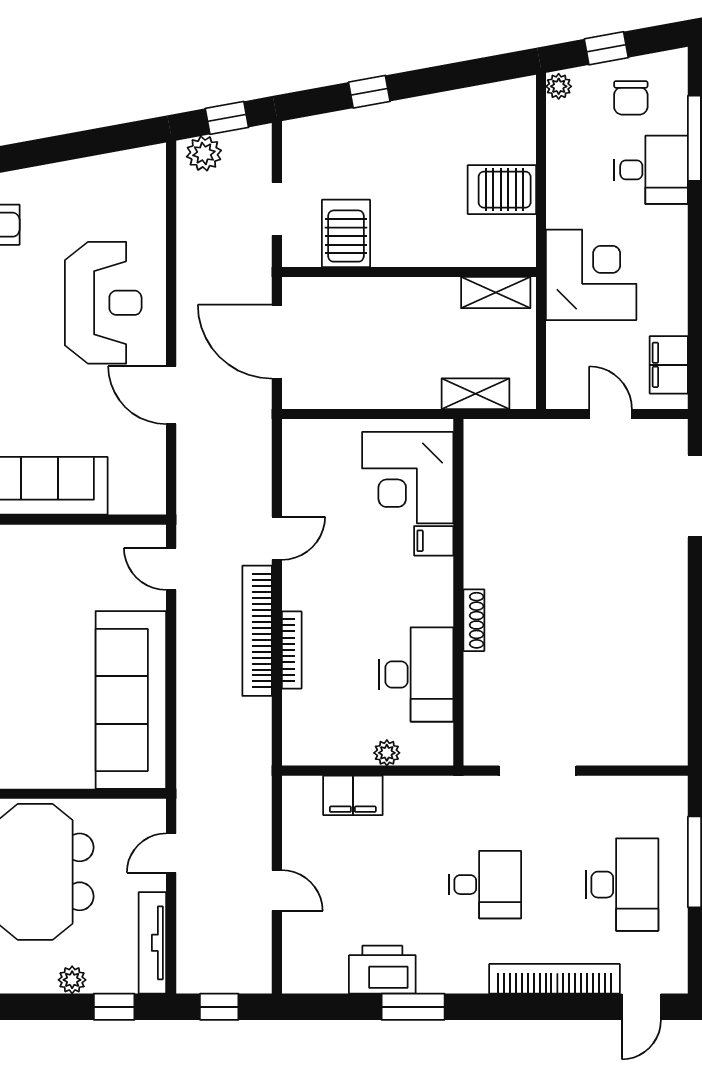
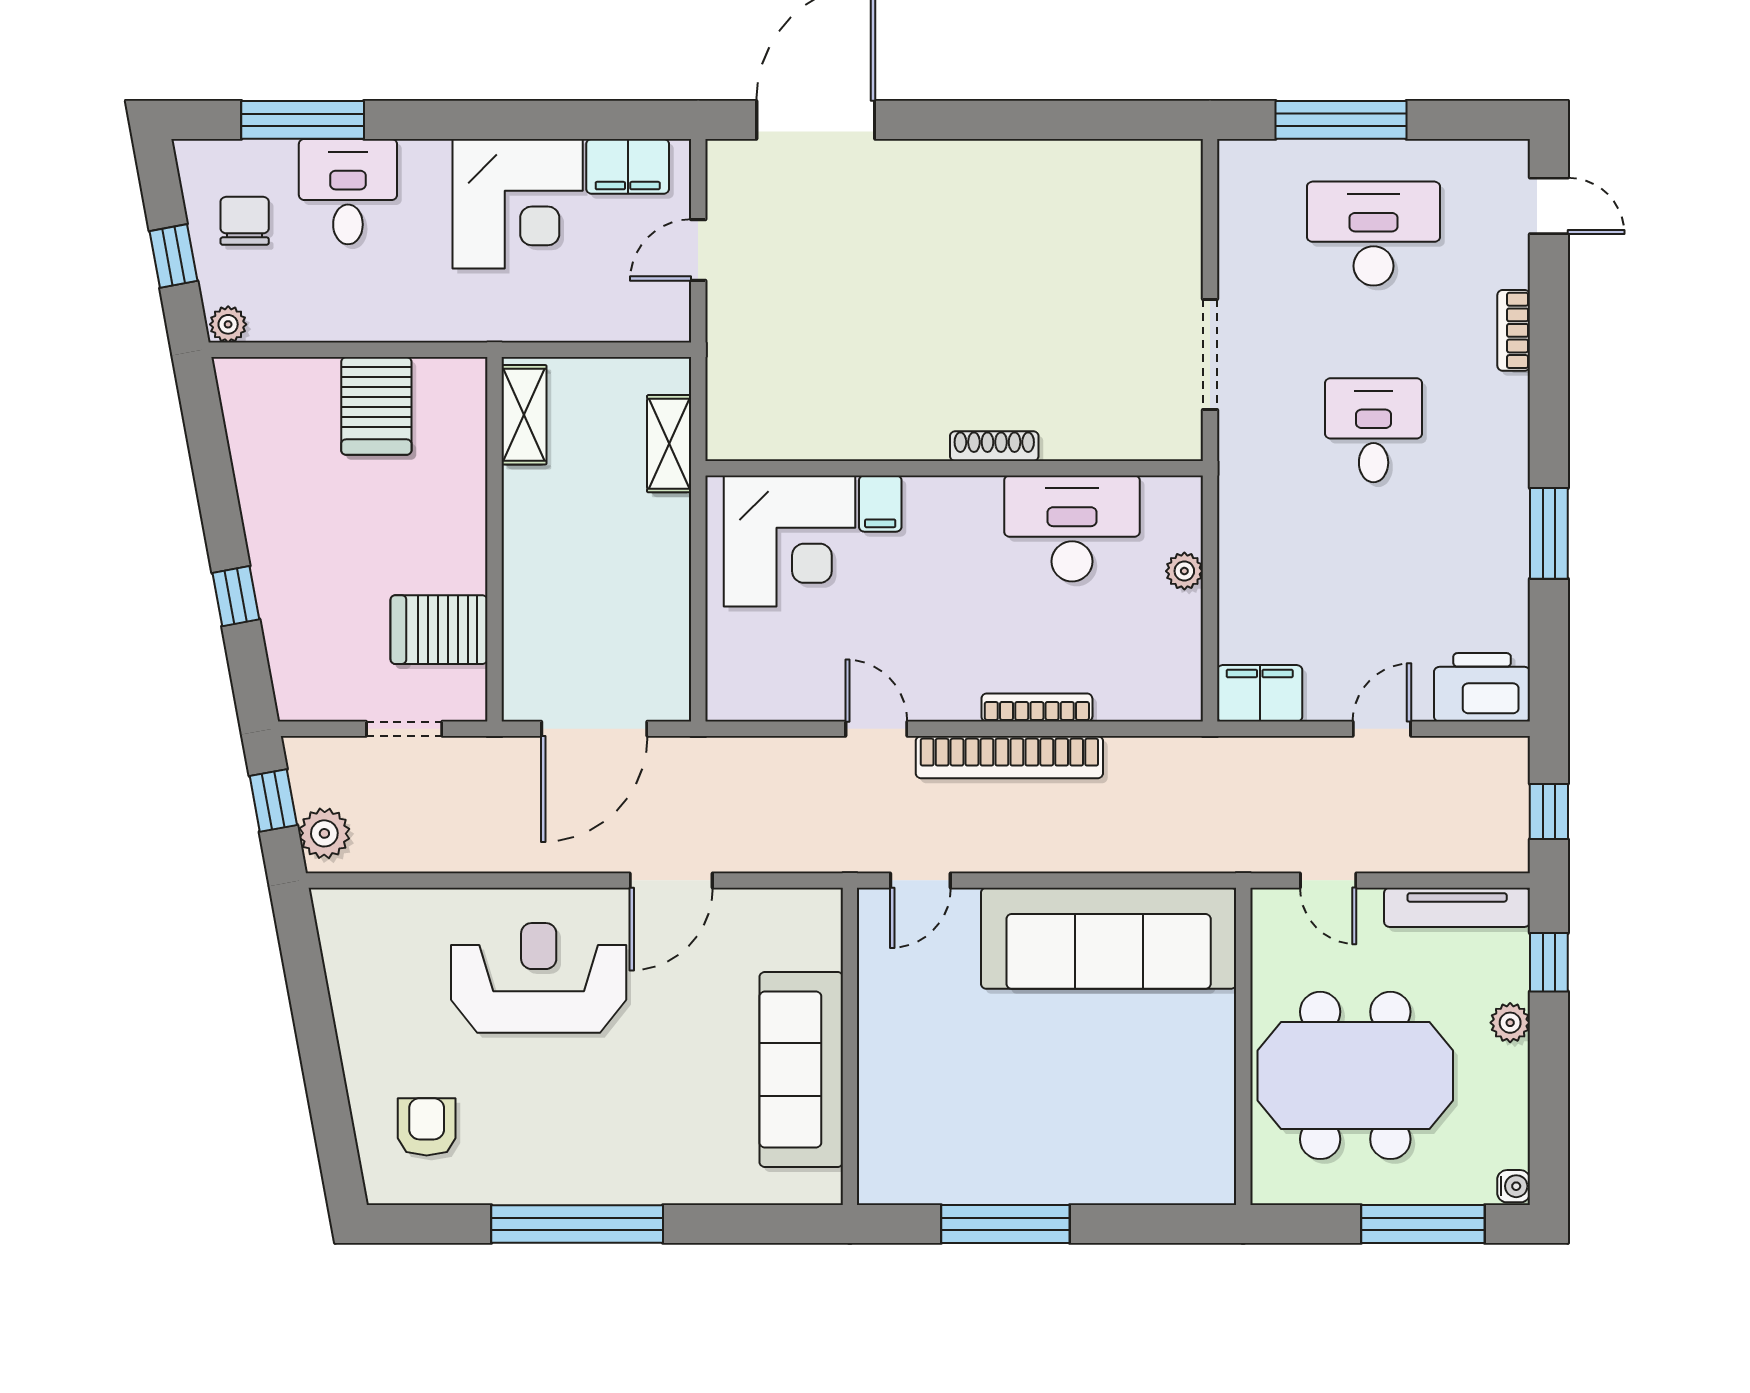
chair: (631, 98) -> (245, 221), turned -90
corner desk: (591, 275) -> (518, 204), moved, turned 180
filing cabinet: (353, 795) -> (1260, 693), moved, turned -90
printer: (382, 970) -> (1482, 687), moved, turned 90
bookcase: (554, 979) -> (1514, 330), width x0.43, depth x0.76

